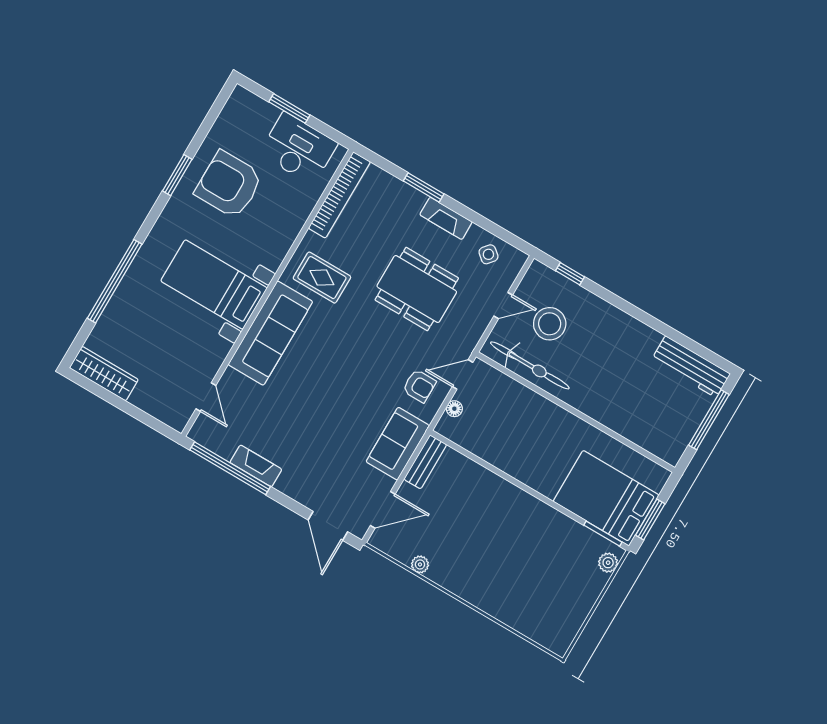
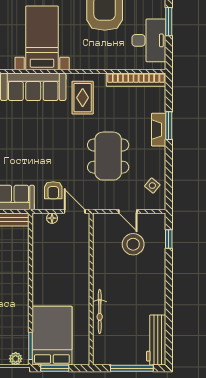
fireplace: (446, 218) -> (159, 130), moved
bicycle: (530, 365) -> (100, 311), moved, width x0.73, depth x0.71

